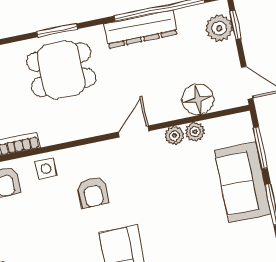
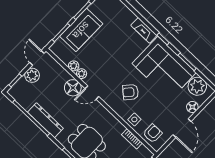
plant: (219, 28) -> (32, 75), moved
floor lamp: (198, 99) -> (73, 88), moved
armchair: (93, 192) -> (131, 92), turned -139

